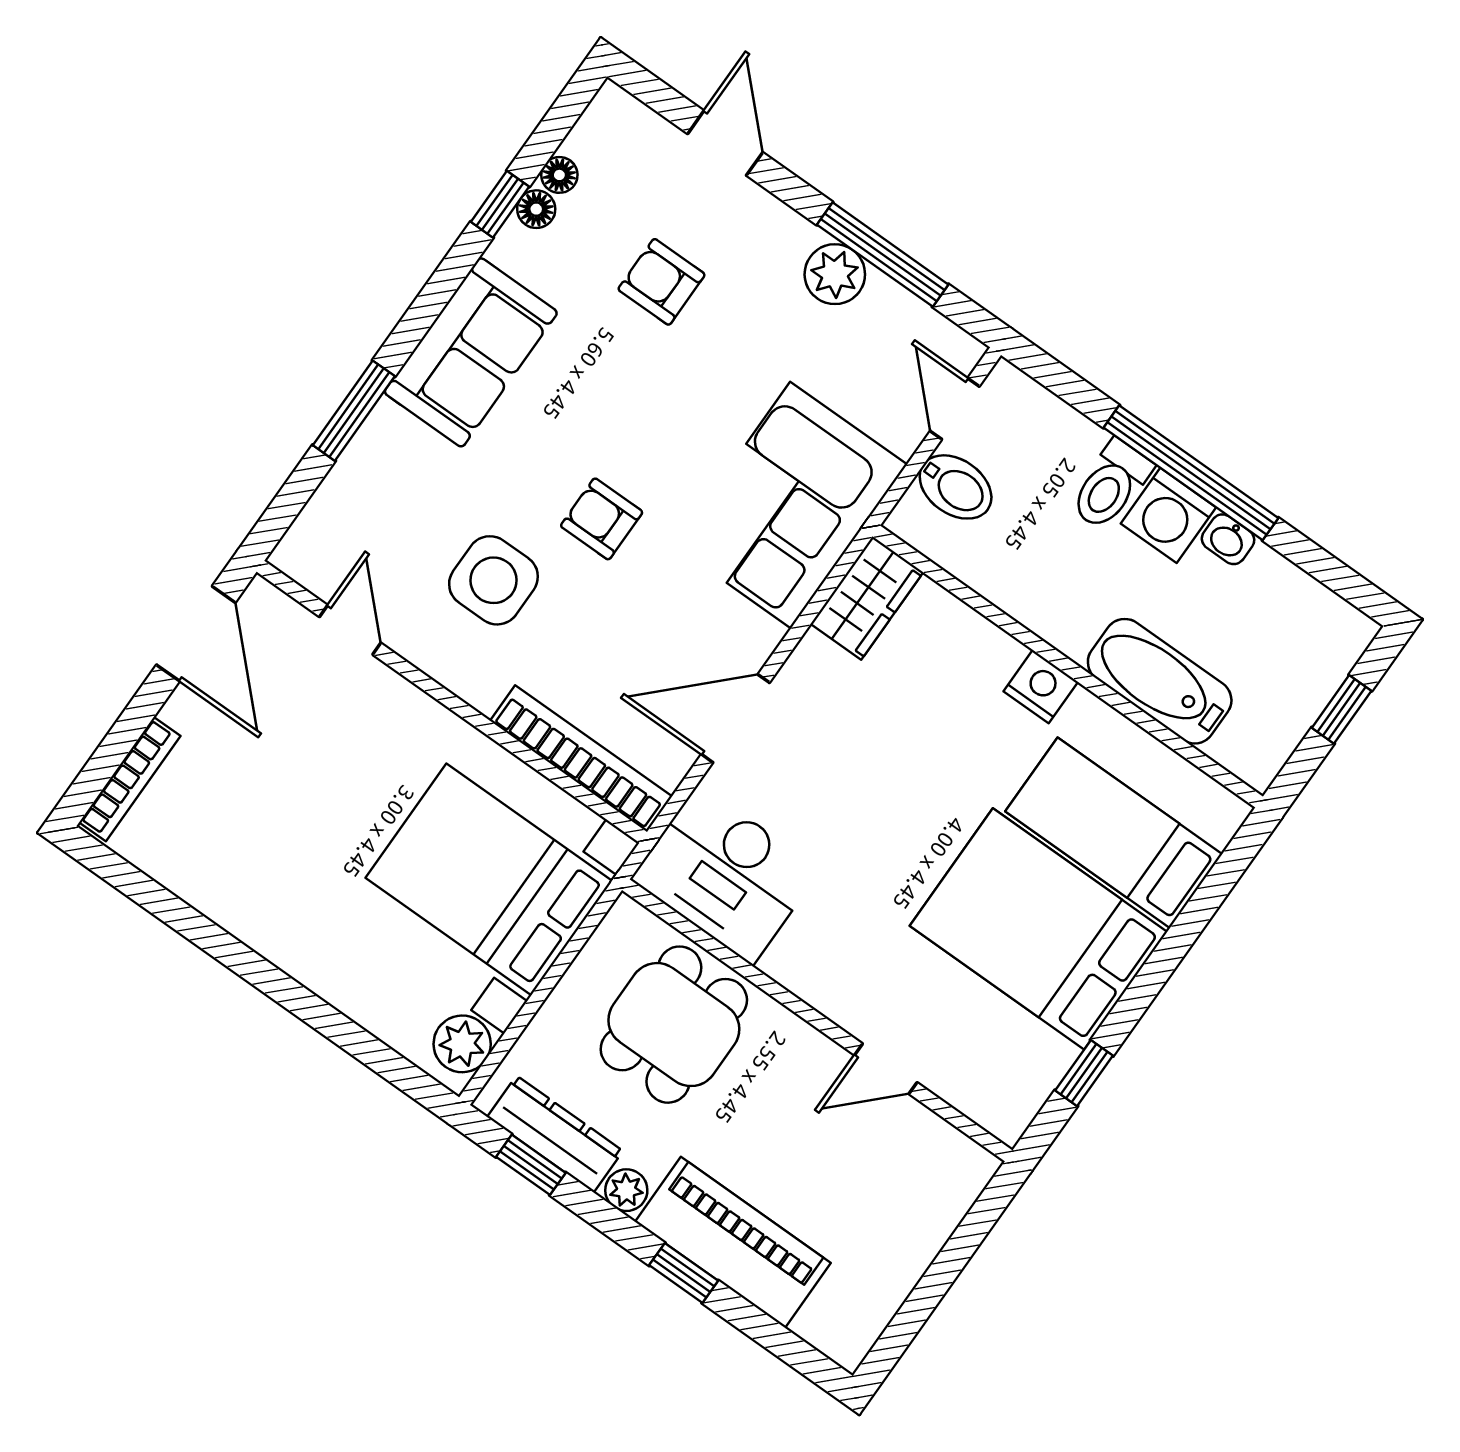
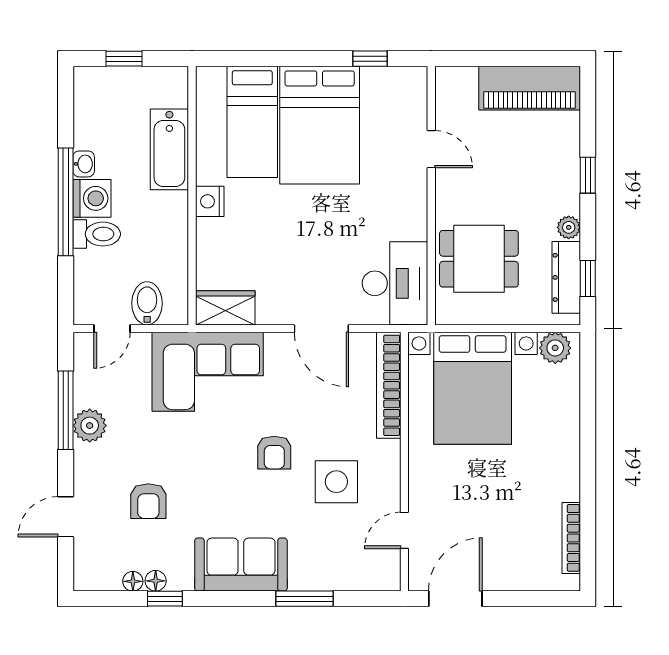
bookcase: (130, 779) -> (571, 538), moved, turned -90
piano: (733, 1242) -> (530, 88), moved, turned -90

